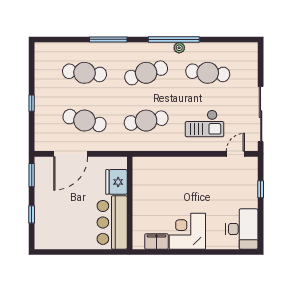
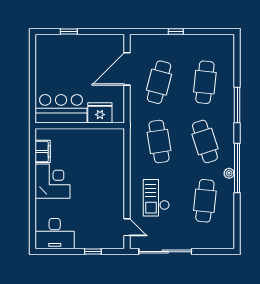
door: (71, 154) -> (127, 69), hinge flipped
window: (32, 175) -> (106, 31), removed

